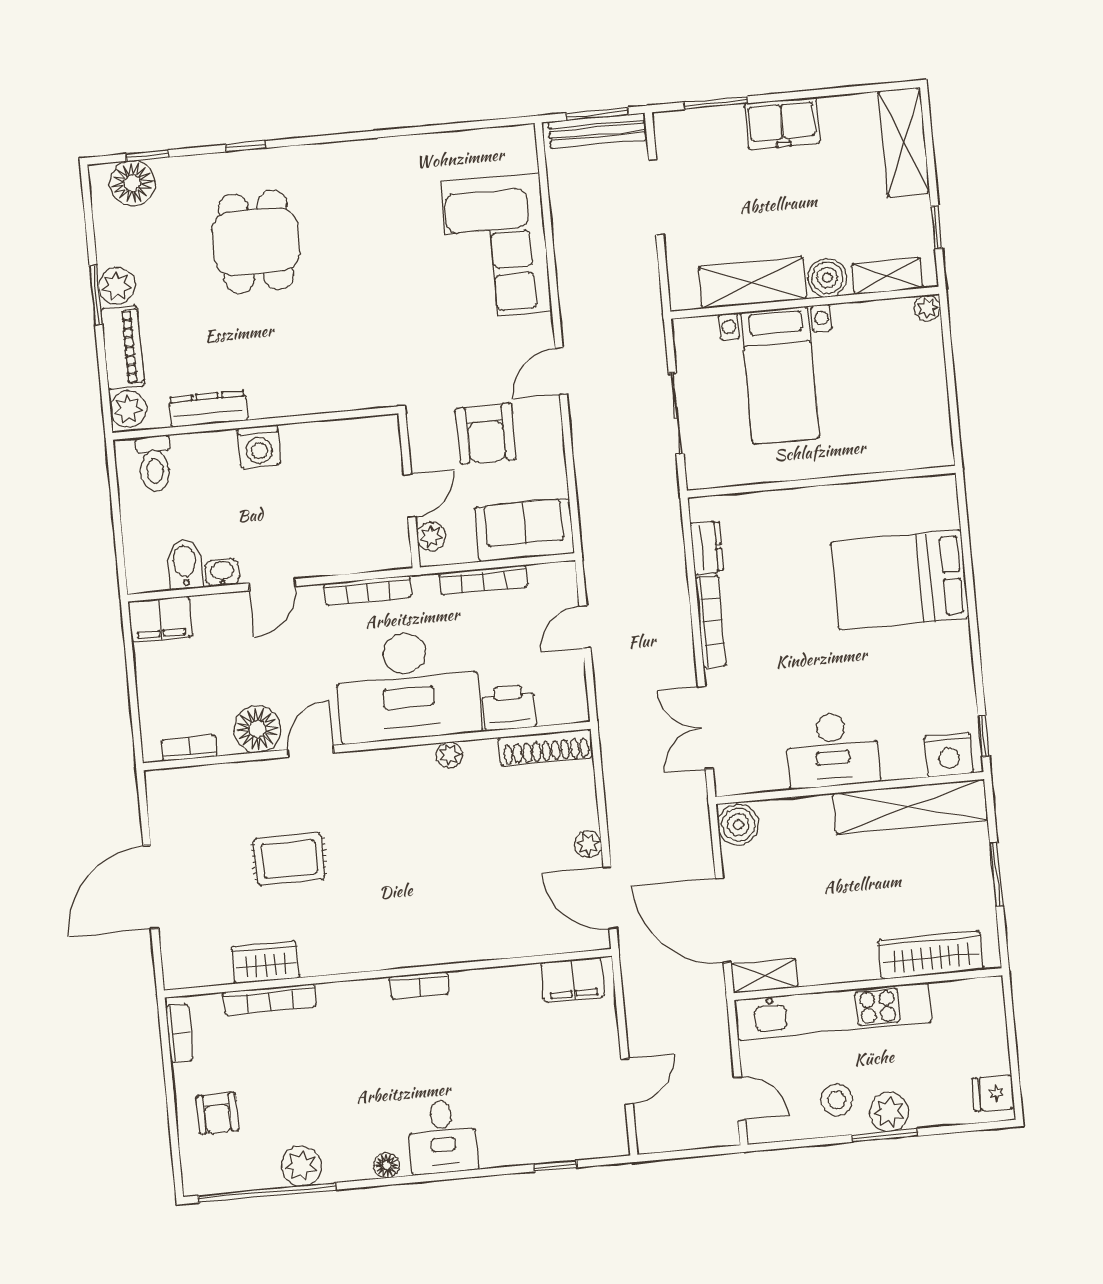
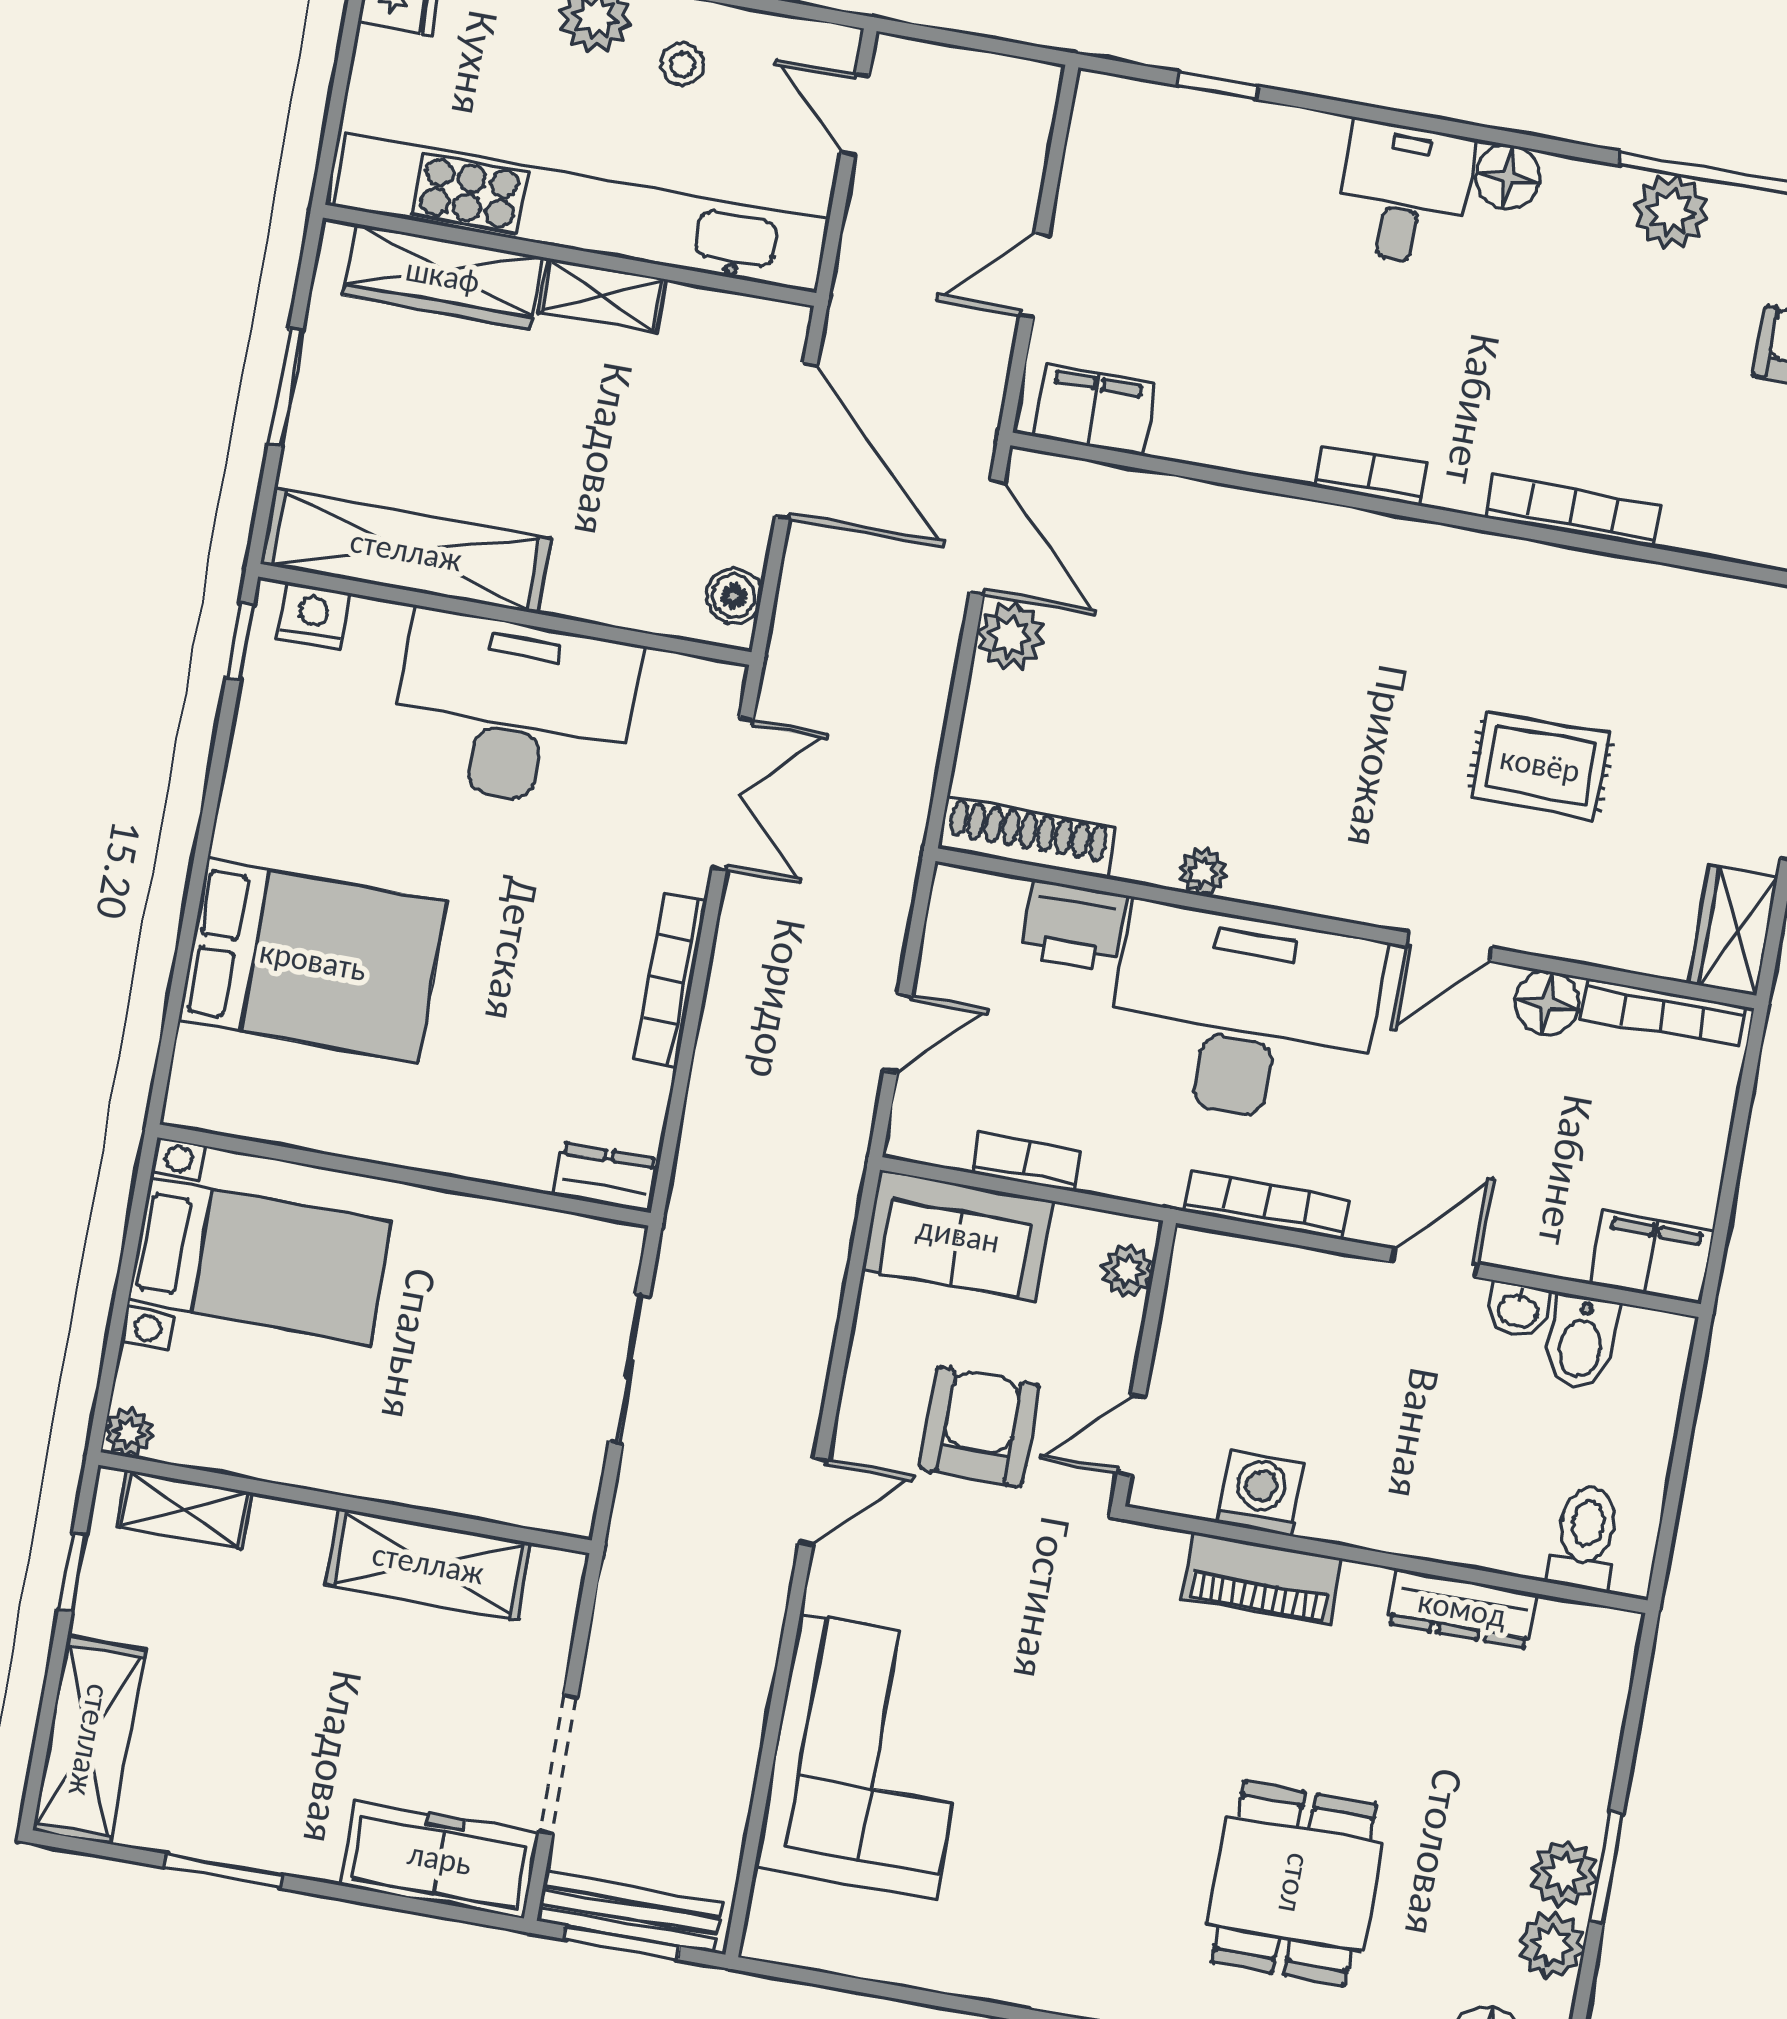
window: (716, 103) -> (223, 1871), moved
freezer: (782, 124) -> (440, 1859), moved, width x1.40
boiler: (827, 278) -> (292, 1536), removed
piano: (123, 347) -> (1262, 1578), moved, turned -90
bed with nightstands: (780, 375) -> (260, 1261), moved, turned 90
plant: (128, 409) -> (1552, 1945), moved
washing machine: (259, 447) -> (1260, 1493), moved
door: (410, 496) -> (1131, 1435), moved
dresser: (707, 547) -> (606, 1177), moved, turned 90
bookcase: (483, 580) -> (1027, 1162), width x0.64
floor lamp: (257, 729) -> (1547, 1003), width x0.73, depth x0.73
bookcase: (189, 748) -> (1664, 1013), width x1.56
desk: (832, 750) -> (514, 711), width x1.36, depth x1.30
nightstand: (949, 755) -> (313, 616), width x0.74, depth x0.75
boiler: (738, 825) -> (734, 596), width x0.73, depth x0.73
plant: (588, 844) -> (1011, 636), width x1.38, depth x1.38
wardrobe: (265, 962) -> (1733, 930), moved, turned 90
shelving: (764, 976) -> (602, 295), moved
bookcase: (270, 999) -> (1572, 511), moved
kitchen unit: (833, 1011) -> (581, 213), width x1.36
door: (627, 1081) -> (1034, 275), moved
stool: (837, 1100) -> (682, 64), width x0.73, depth x0.73
floor lamp: (387, 1165) -> (1508, 177), width x1.37, depth x1.37

